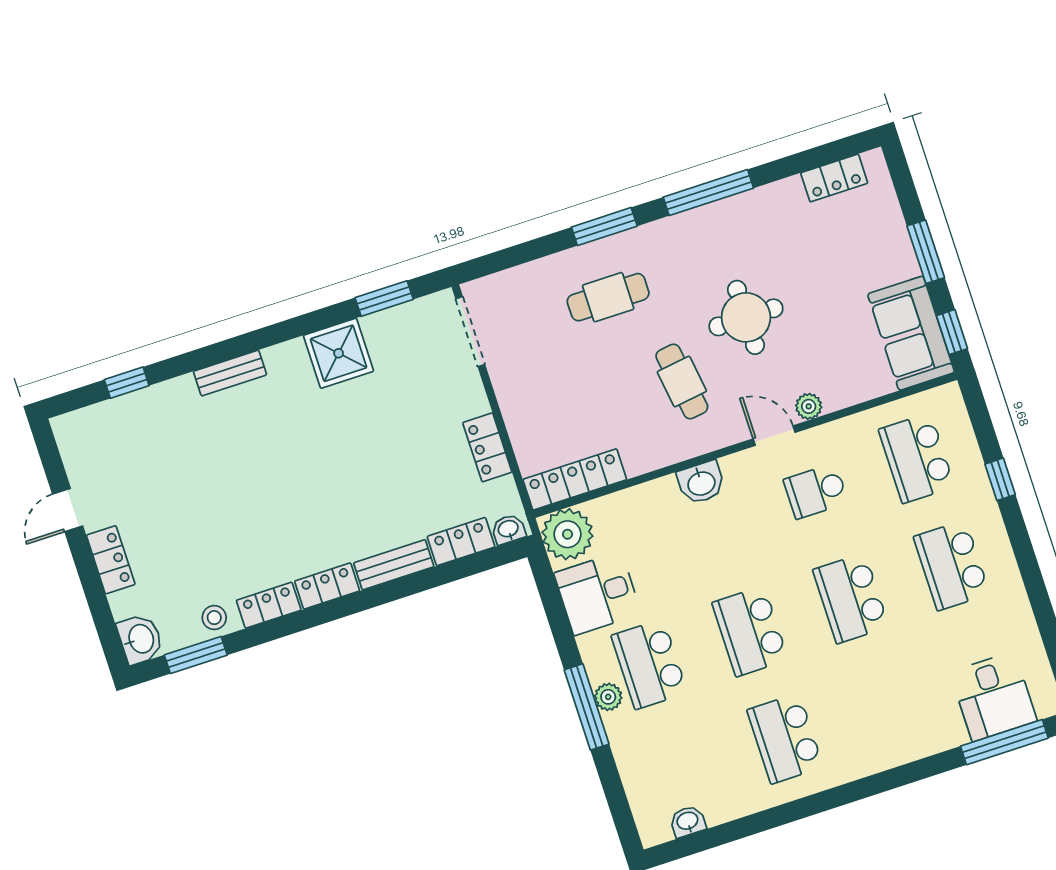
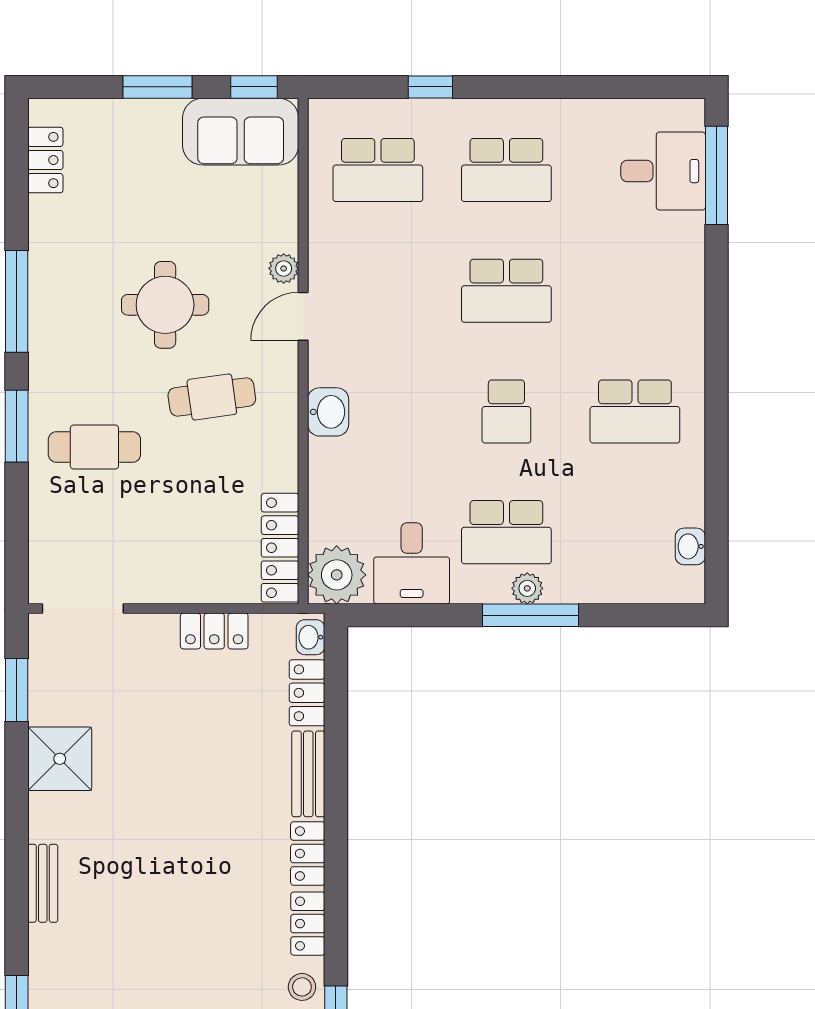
cafe table: (608, 297) -> (94, 447), turned 90
school desk: (816, 491) -> (378, 291), removed
school desk: (750, 631) -> (506, 411), width x0.54

